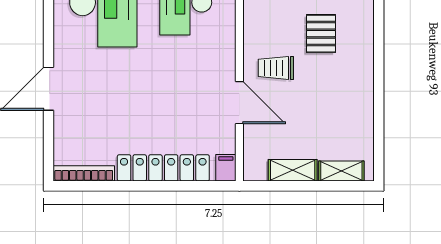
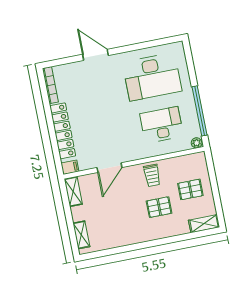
trolley: (276, 68) -> (152, 175), moved, turned 180
shelving: (293, 170) -> (73, 192), moved

